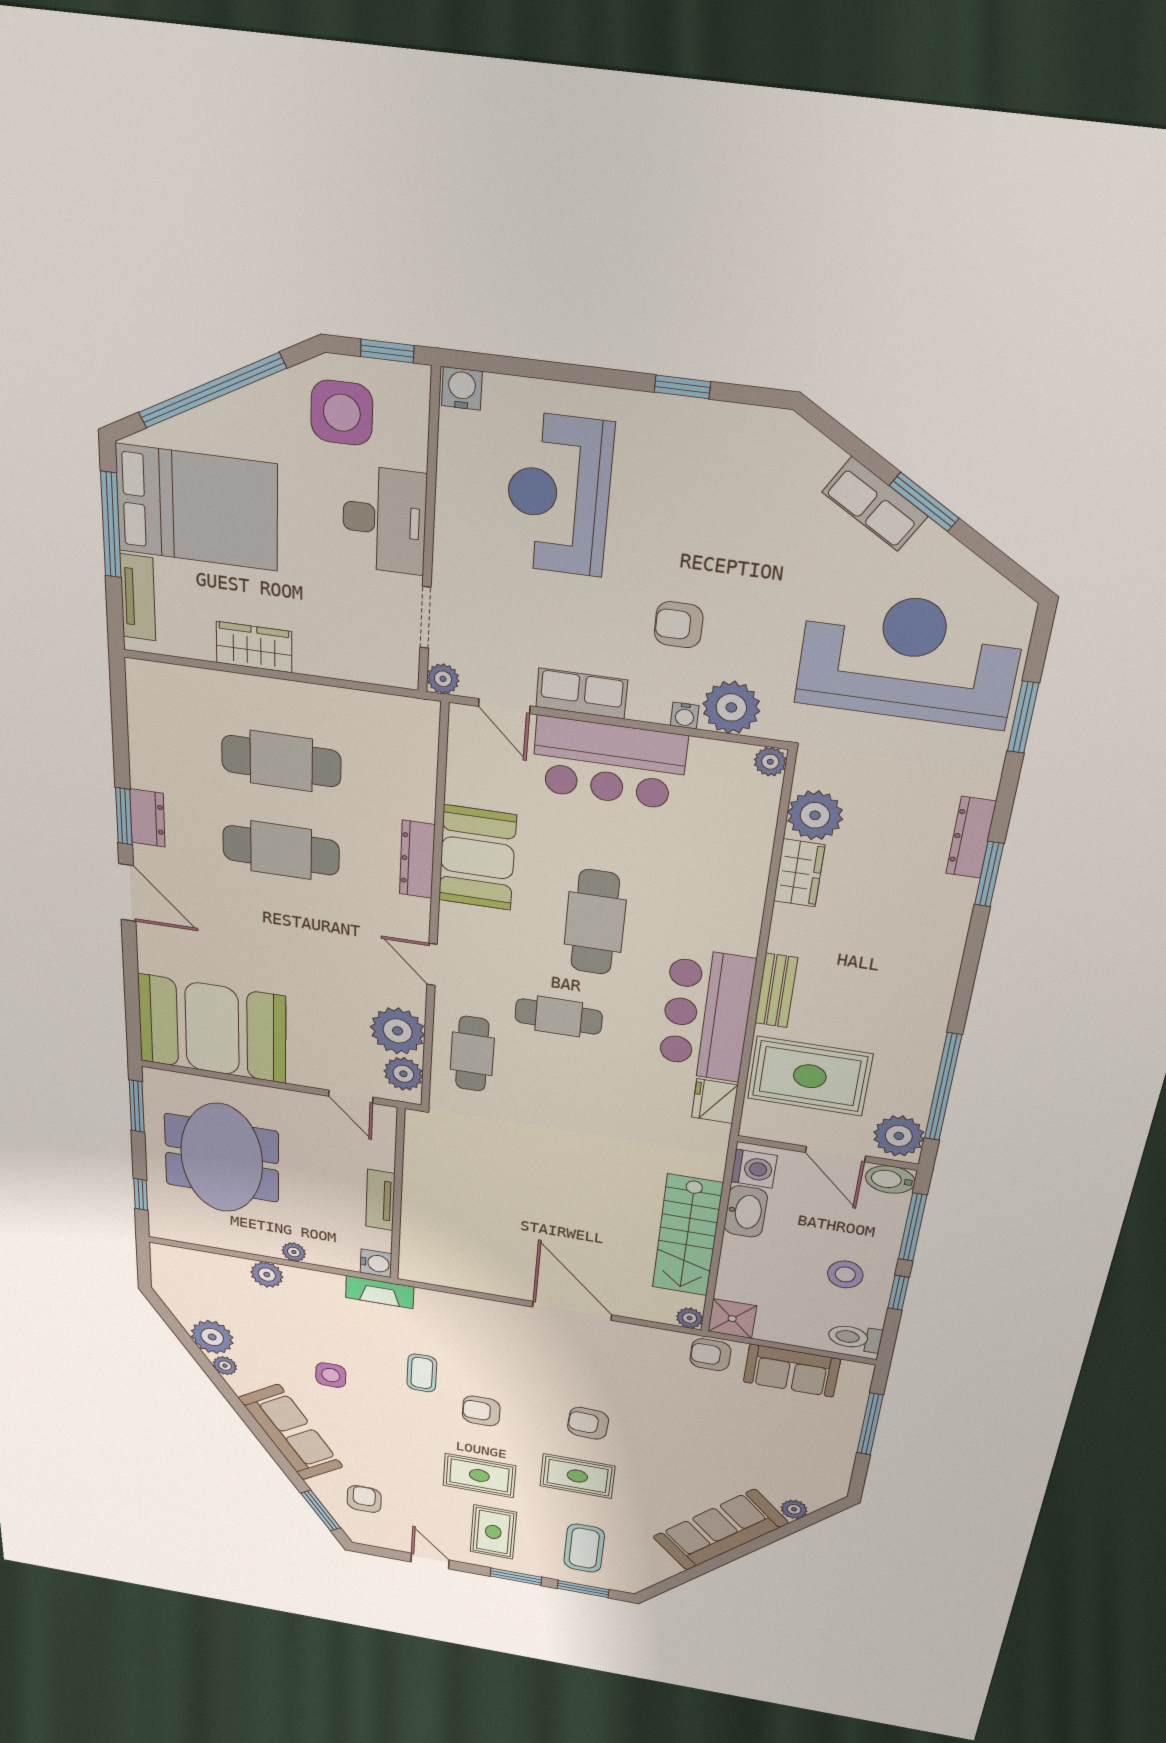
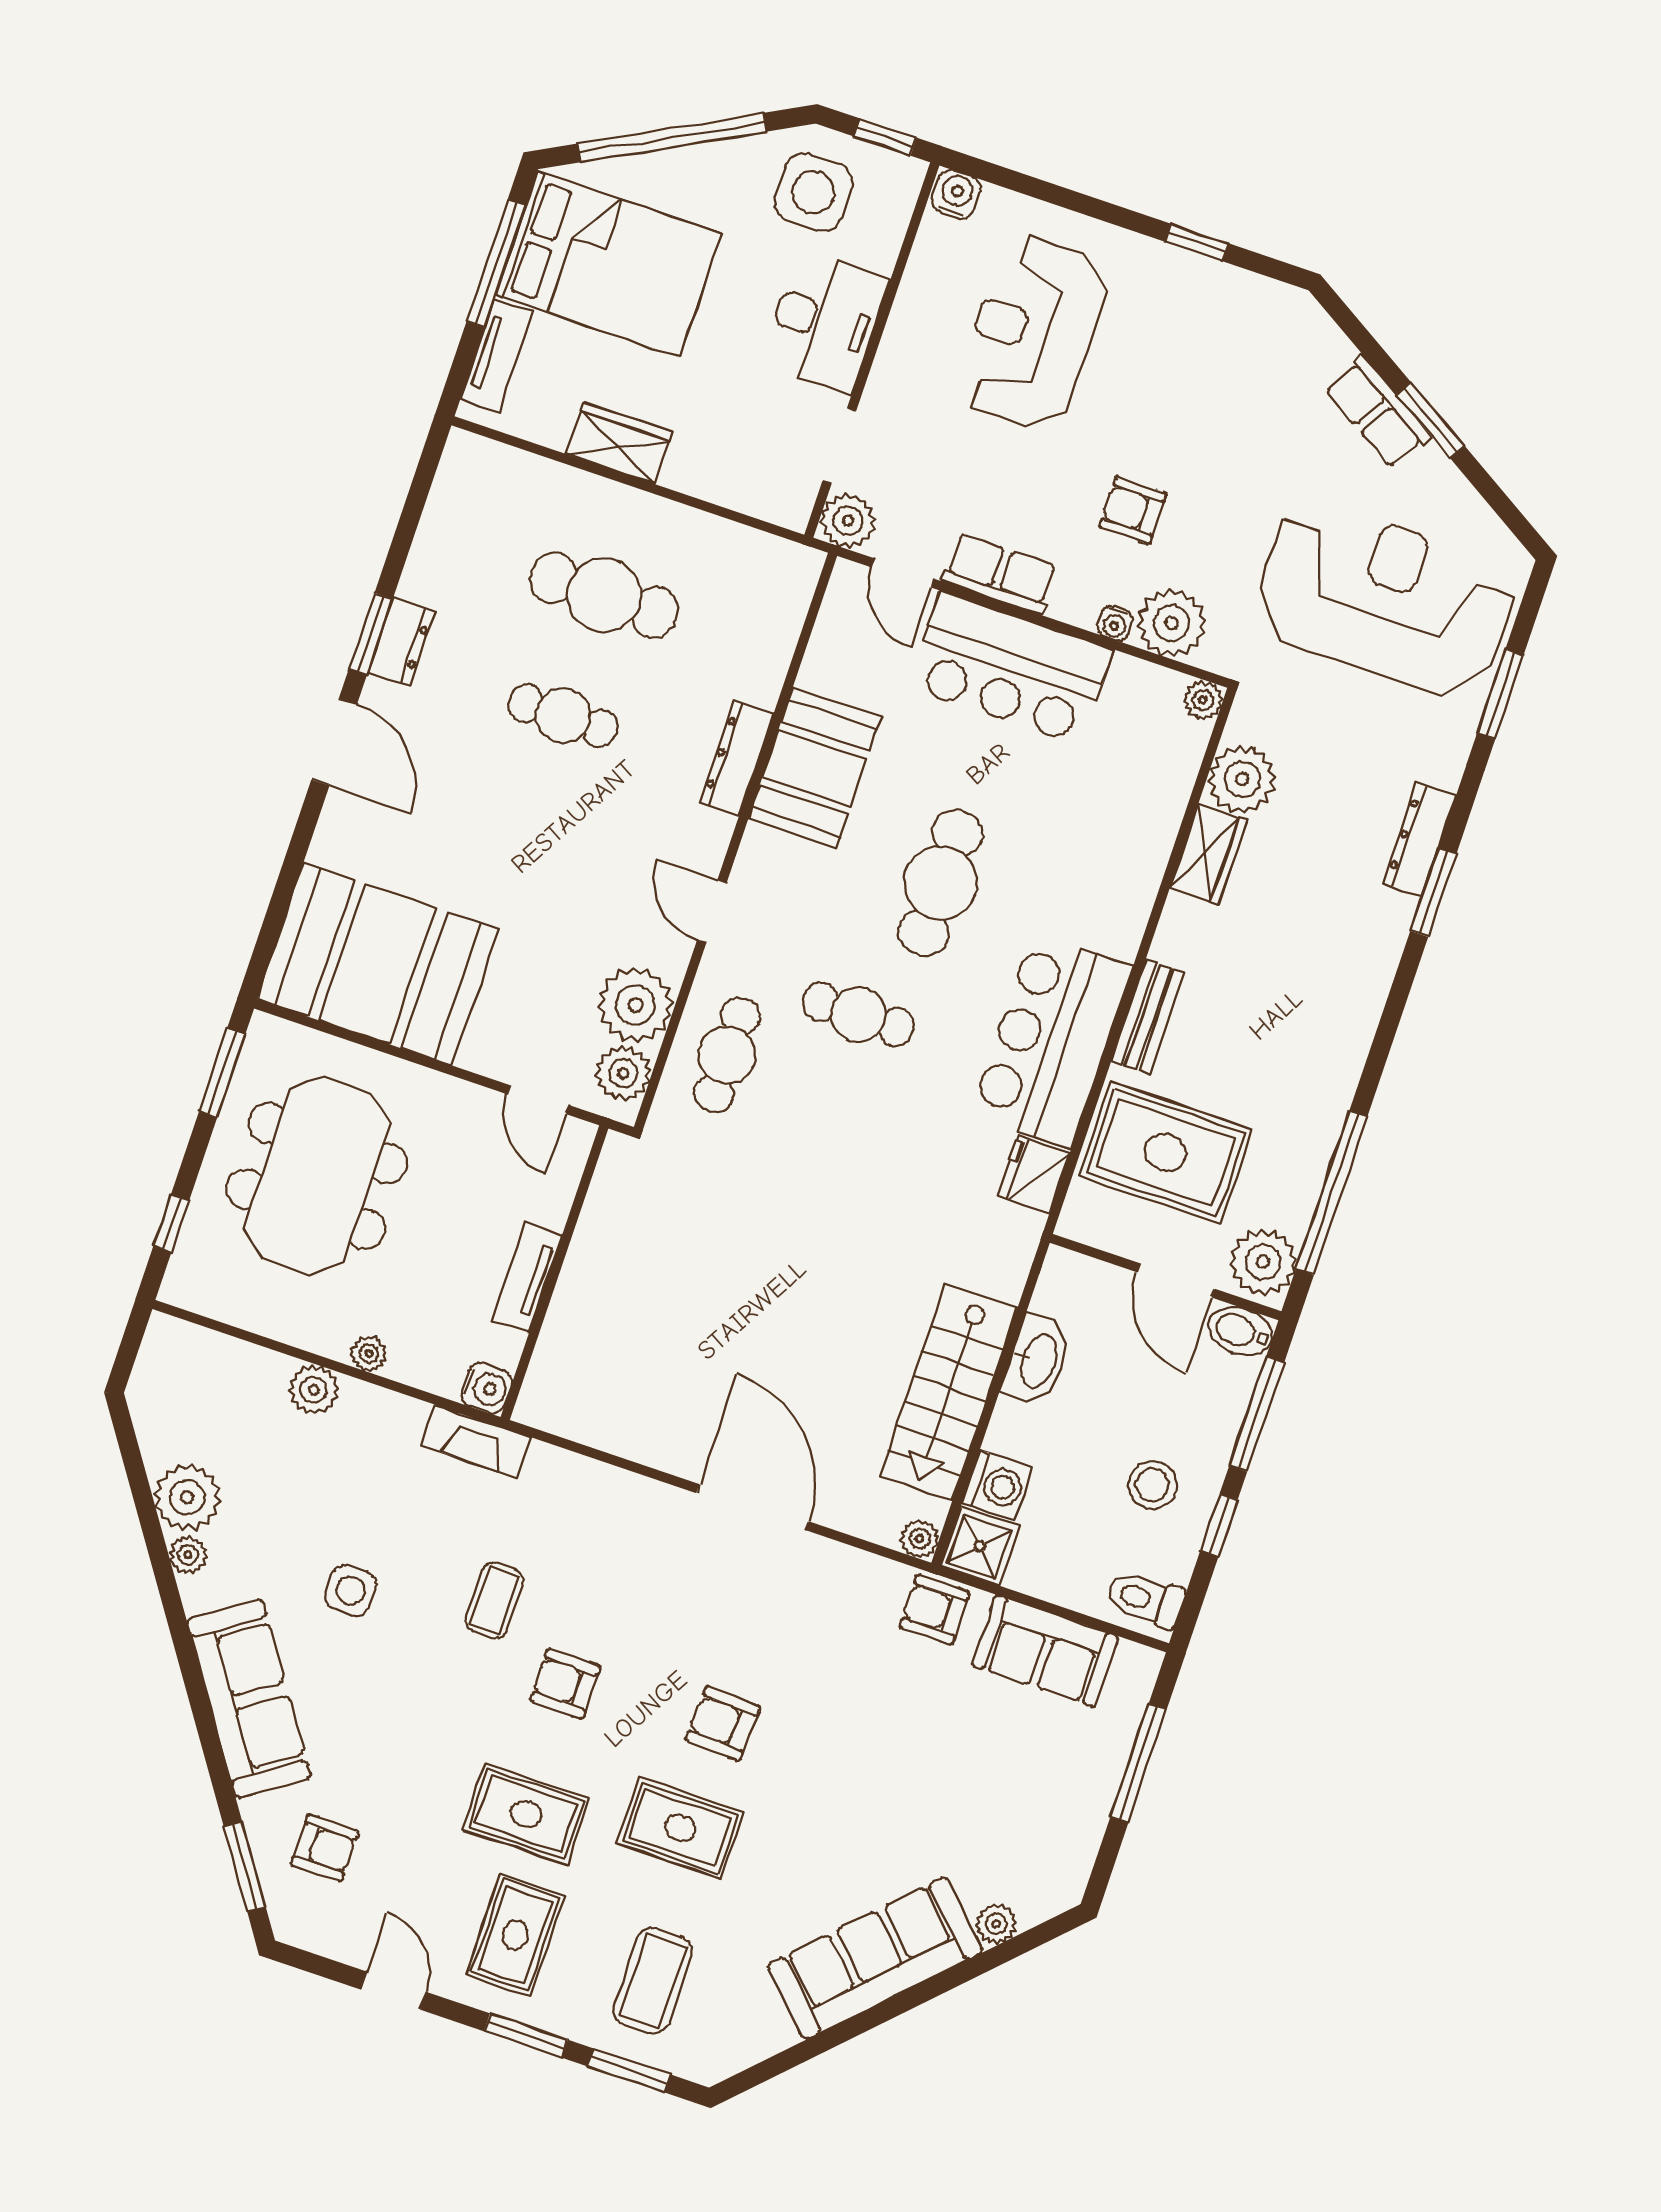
plant: (443, 679) -> (848, 521), width x1.38, depth x1.38
cafe table: (281, 850) -> (563, 716), width x0.73, depth x0.74
washing machine: (754, 1169) -> (997, 1485), moved
armchair: (364, 1499) -> (325, 1848), turned 90

